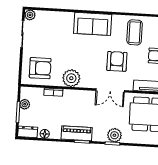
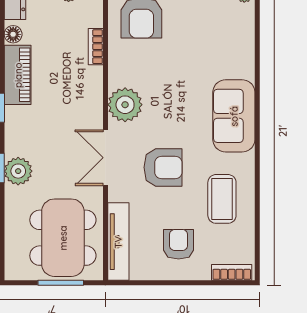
coffee table: (135, 32) -> (222, 199), turned 90
plant: (71, 78) -> (125, 105), moved
piano: (77, 133) -> (18, 75), moved

